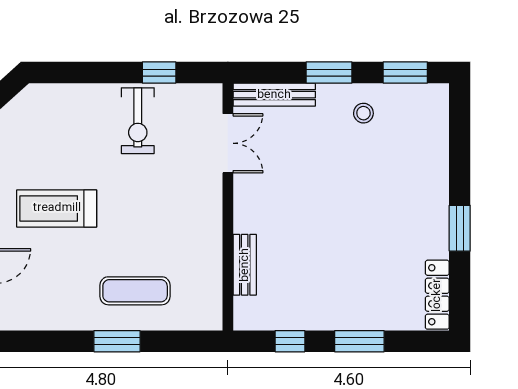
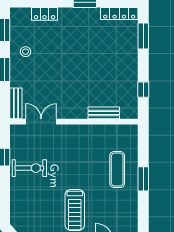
bench: (274, 95) -> (16, 103), width x0.73
locker: (437, 150) -> (45, 14), added
window: (359, 341) -> (143, 36), moved

